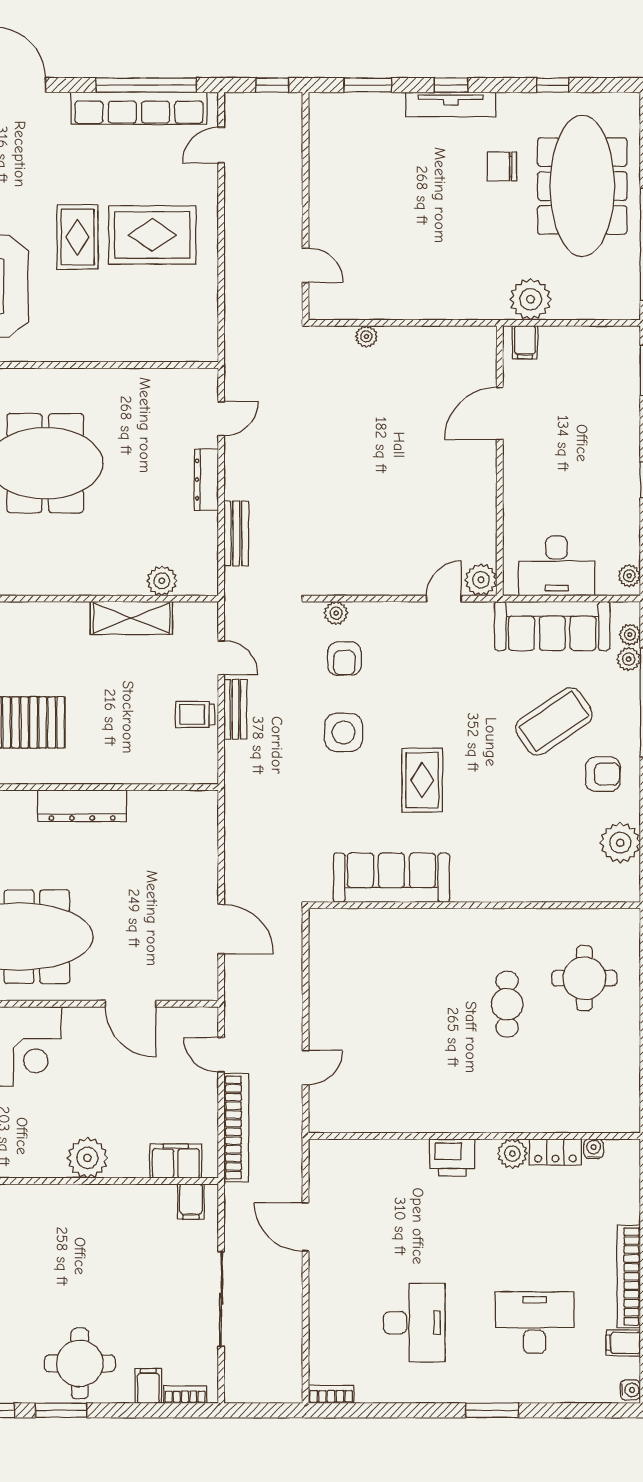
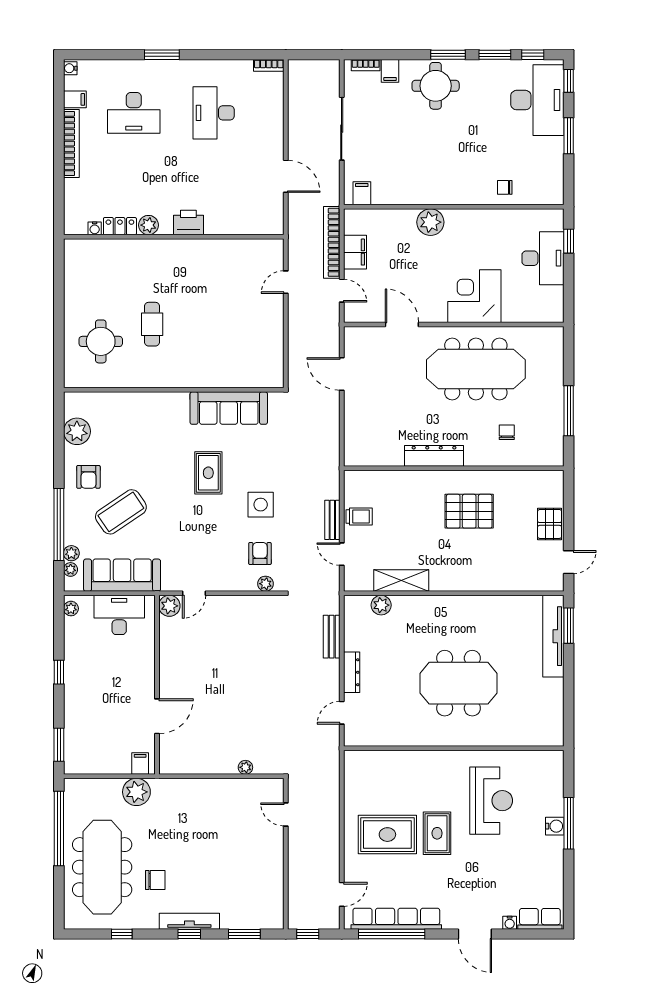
armchair: (603, 774) -> (88, 477), turned -90
filing cabinet: (176, 1161) -> (355, 252), moved, turned -90

